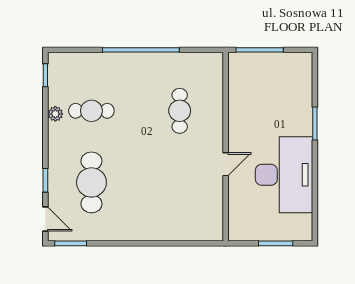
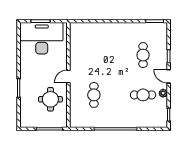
round table: (258, 103) -> (50, 99), added
door: (226, 164) -> (68, 77), moved
desk: (284, 175) -> (42, 38), moved, turned 90
cafe table: (91, 182) -> (143, 55), width x0.73, depth x0.74
door: (45, 219) -> (169, 76), moved

